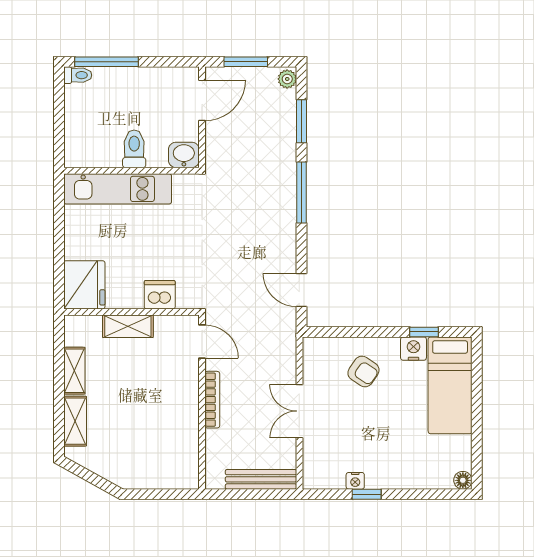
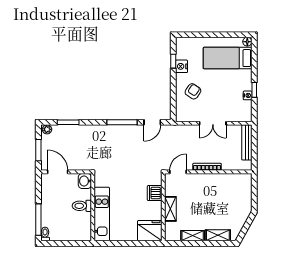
window: (301, 193) -> (122, 122), moved
bed: (450, 385) -> (228, 58), moved, turned 180

